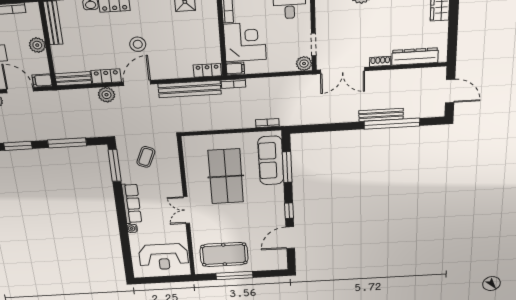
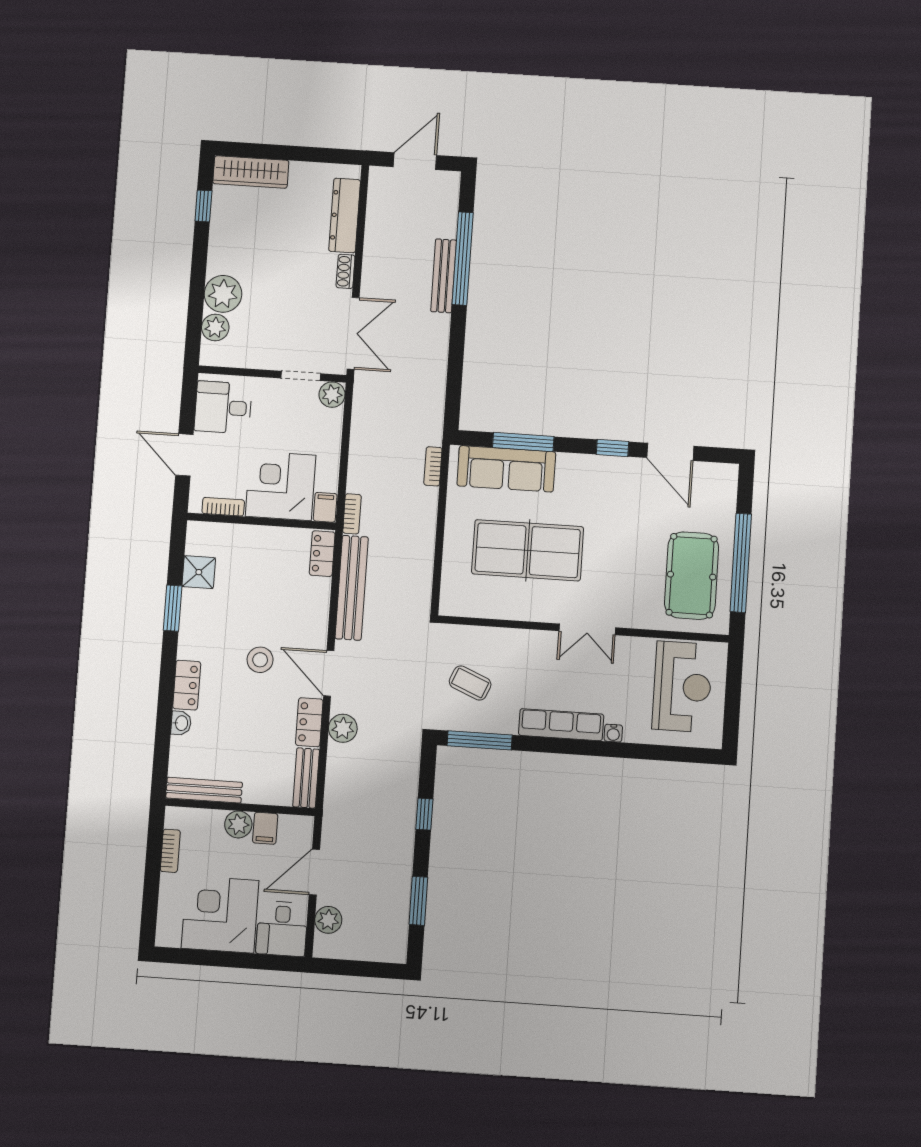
filing cabinet: (42, 80) -> (265, 828), moved
window: (67, 143) -> (424, 814), width x0.46
window: (234, 276) -> (741, 563), width x1.46

